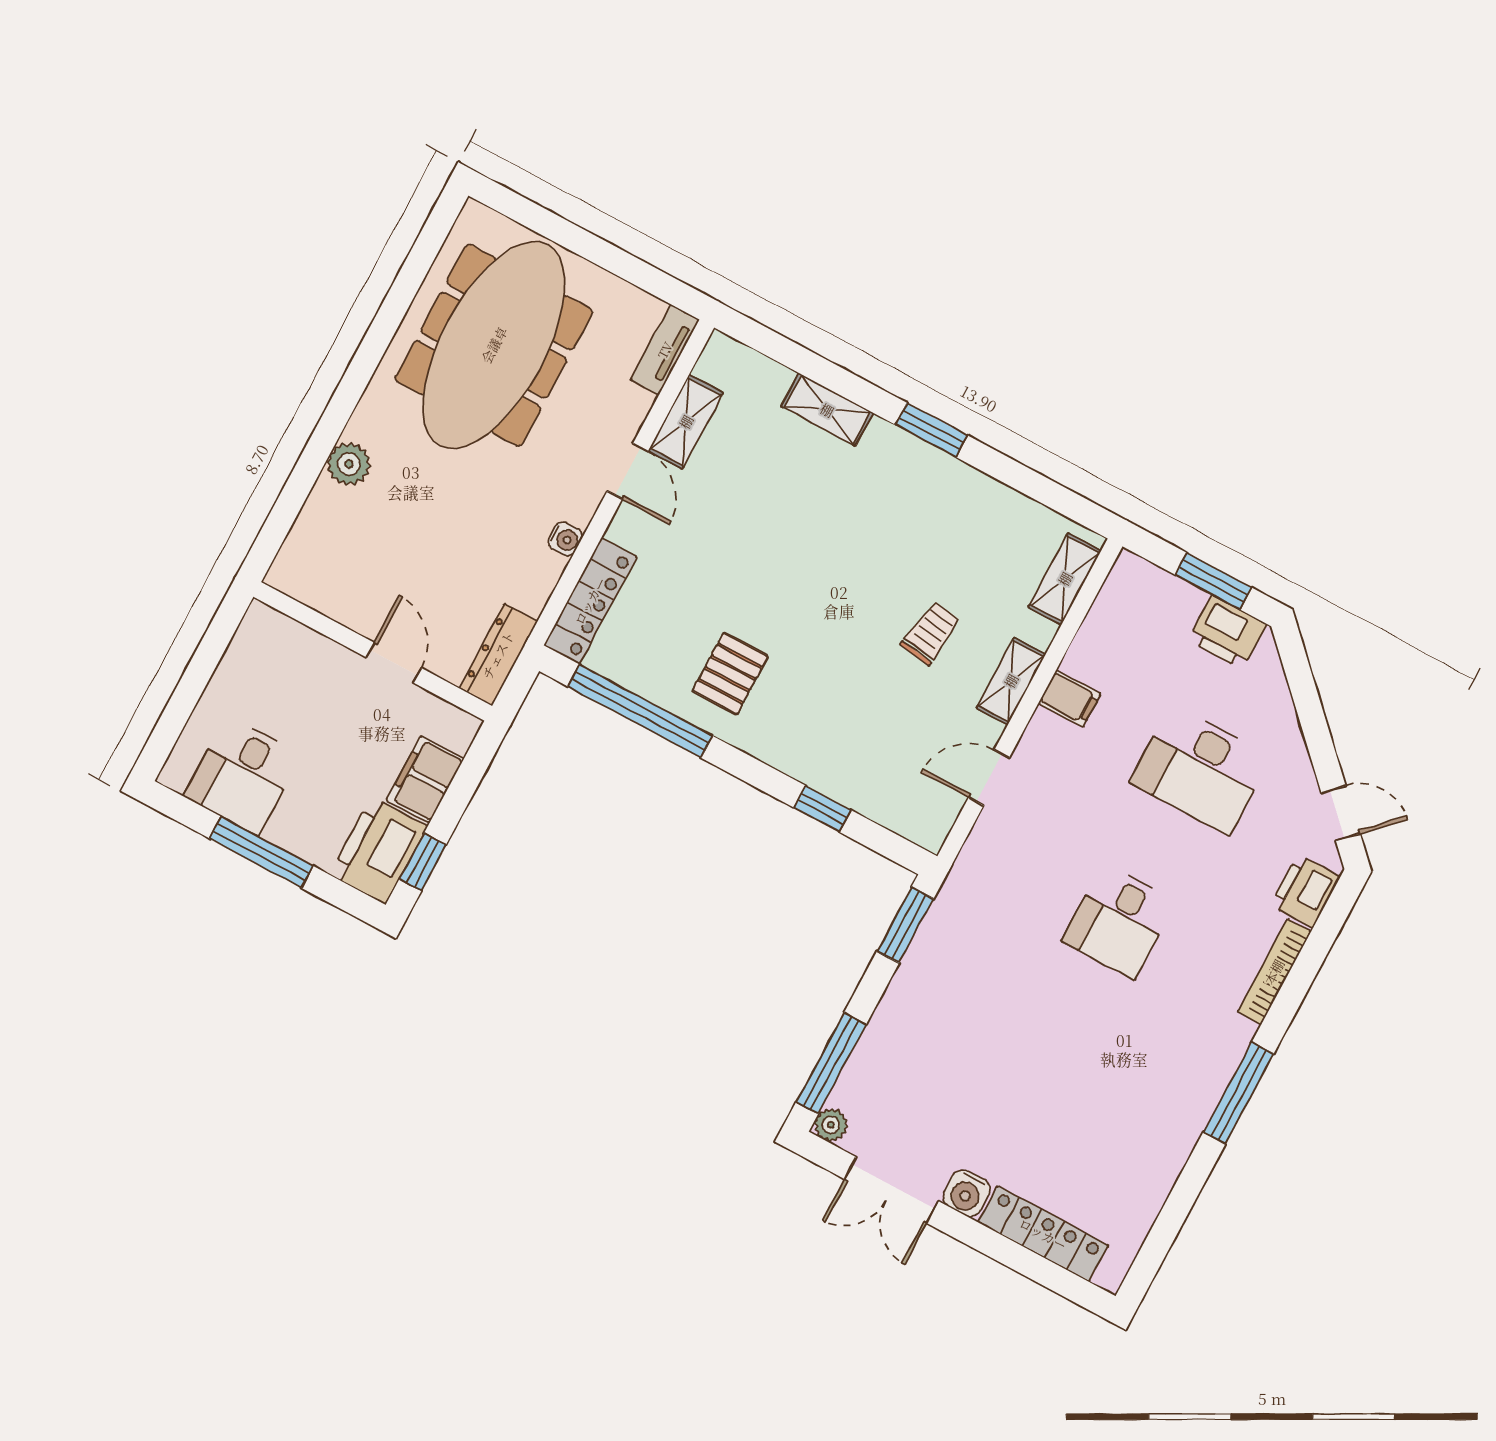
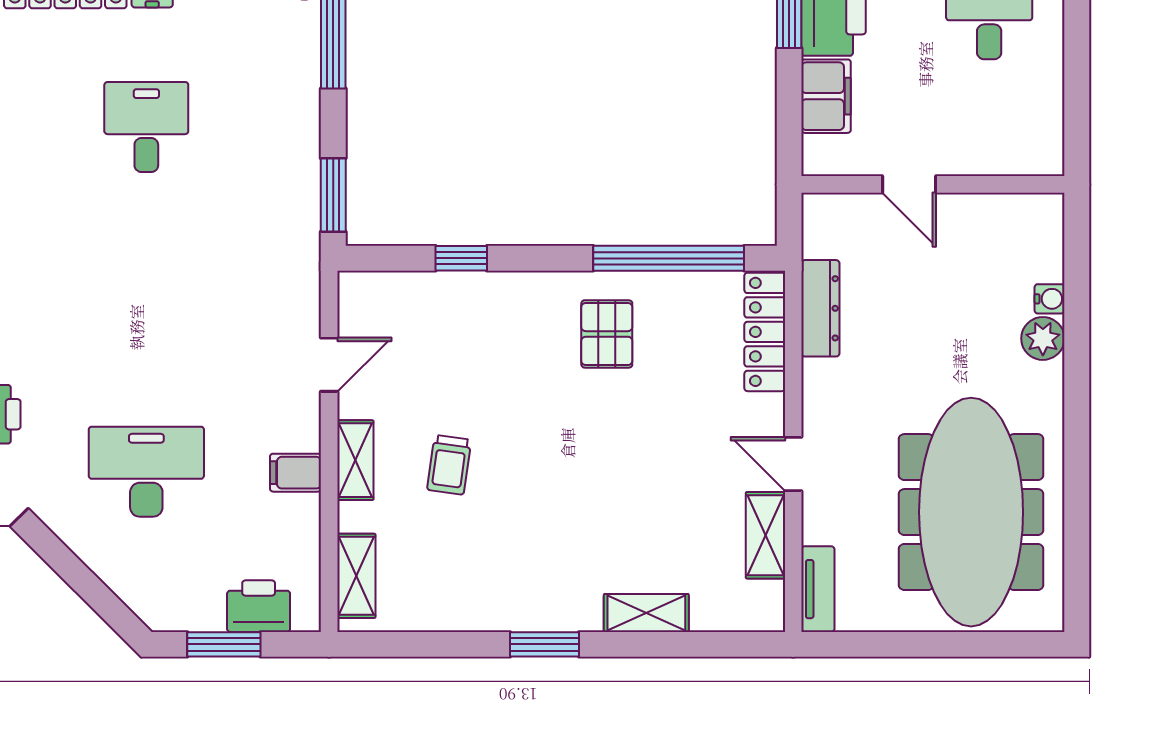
water cooler: (565, 539) -> (1050, 299), moved, turned 180
printer: (1227, 632) -> (259, 606), moved
dresser: (498, 655) -> (820, 308), moved
desk: (1119, 921) -> (146, 127), moved

